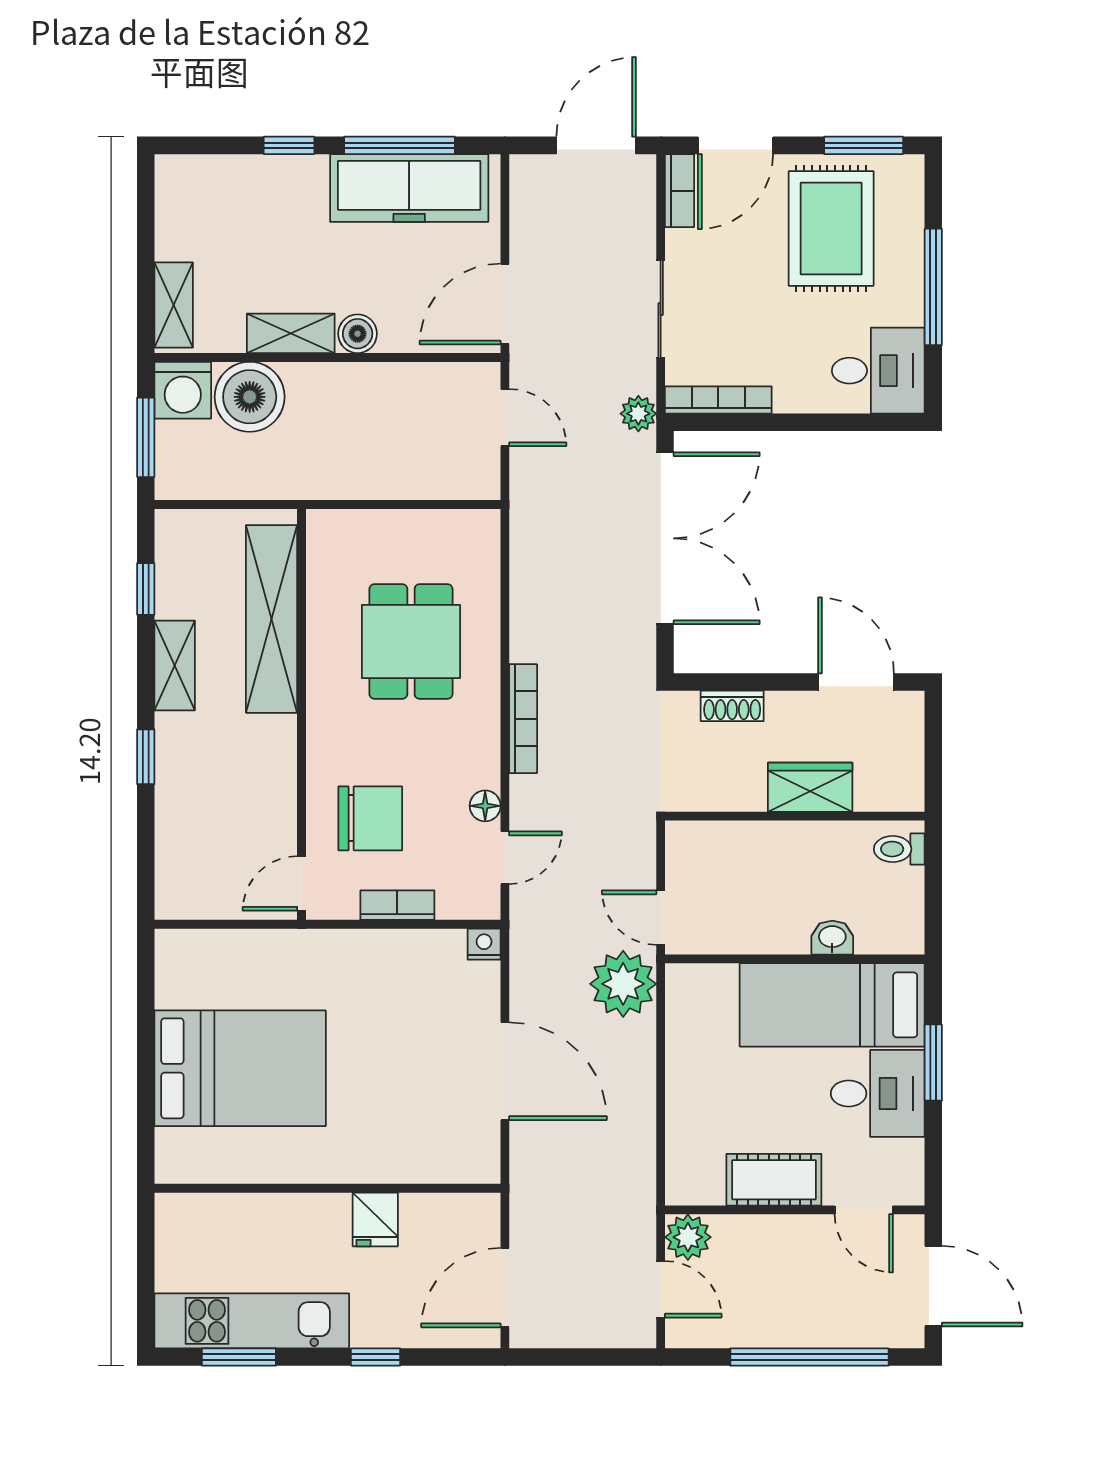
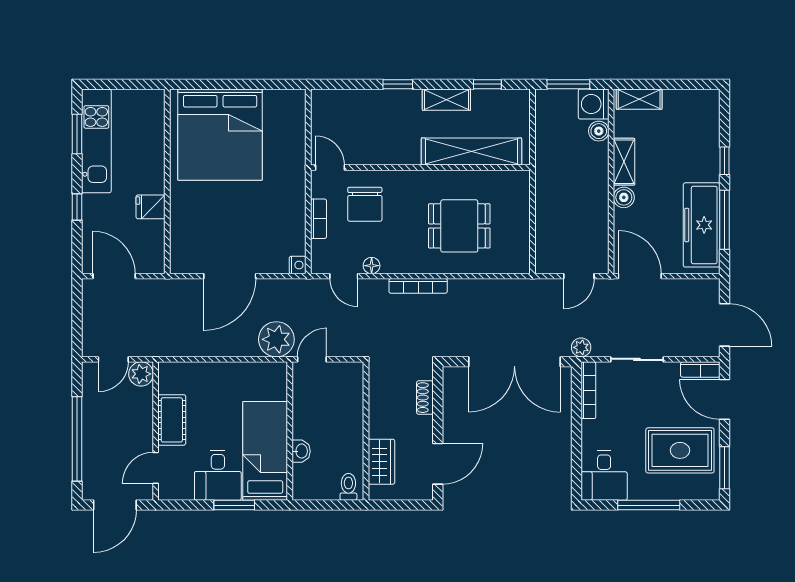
boiler: (250, 397) -> (599, 131), width x0.54, depth x0.54
wardrobe: (810, 787) -> (381, 462), moved
bed: (240, 1068) -> (220, 135), width x1.36

